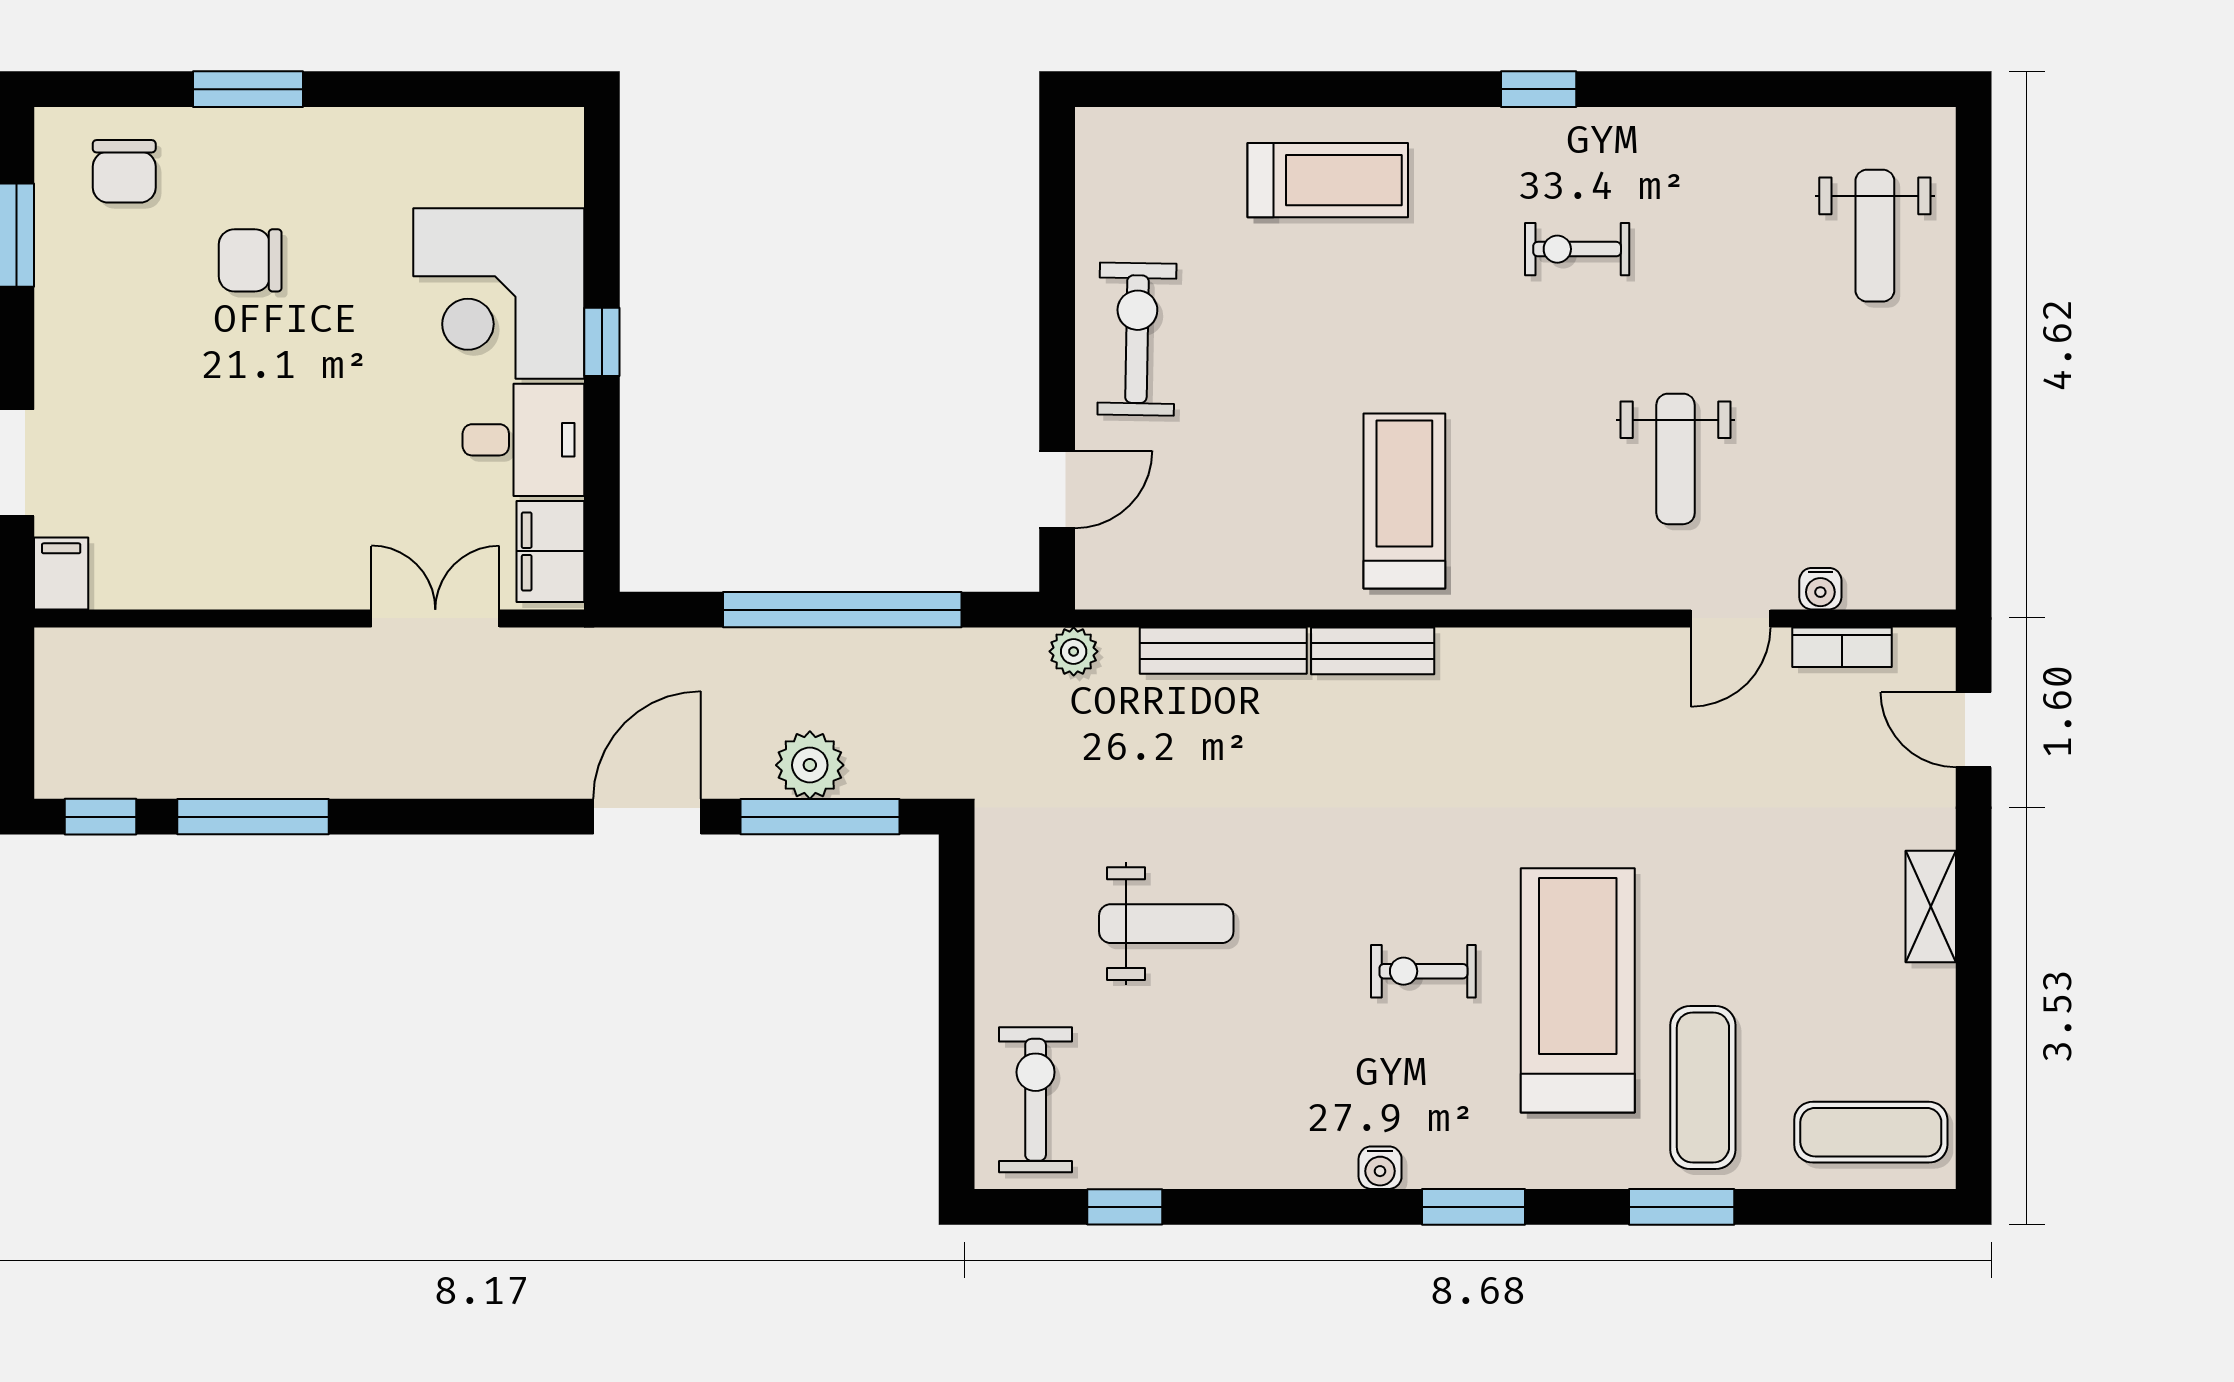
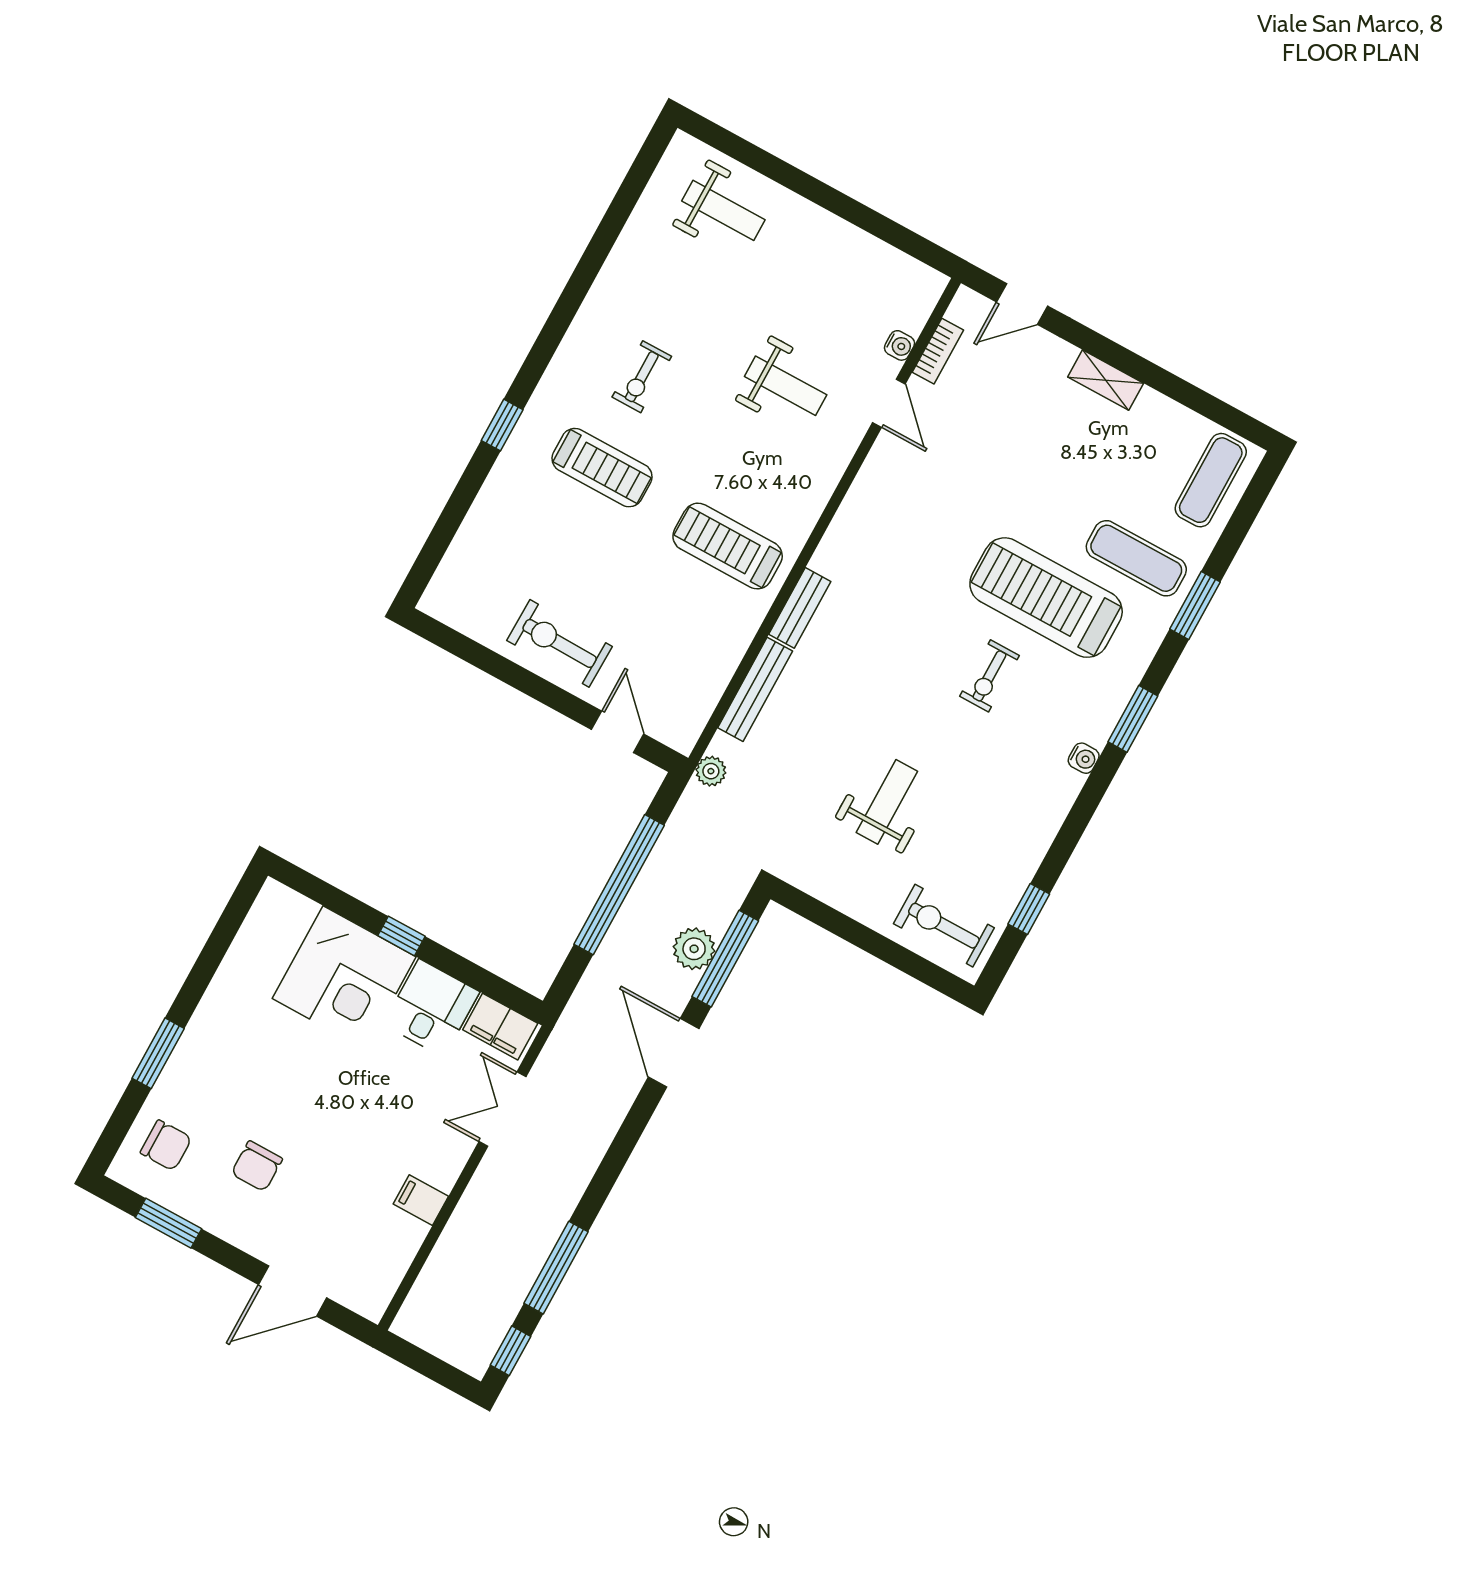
window: (1539, 89) -> (502, 425), moved
treadmill: (1328, 180) -> (602, 468), moved, turned 90
chair: (250, 260) -> (257, 1166), moved
filing cabinet: (61, 574) -> (421, 1200), moved

